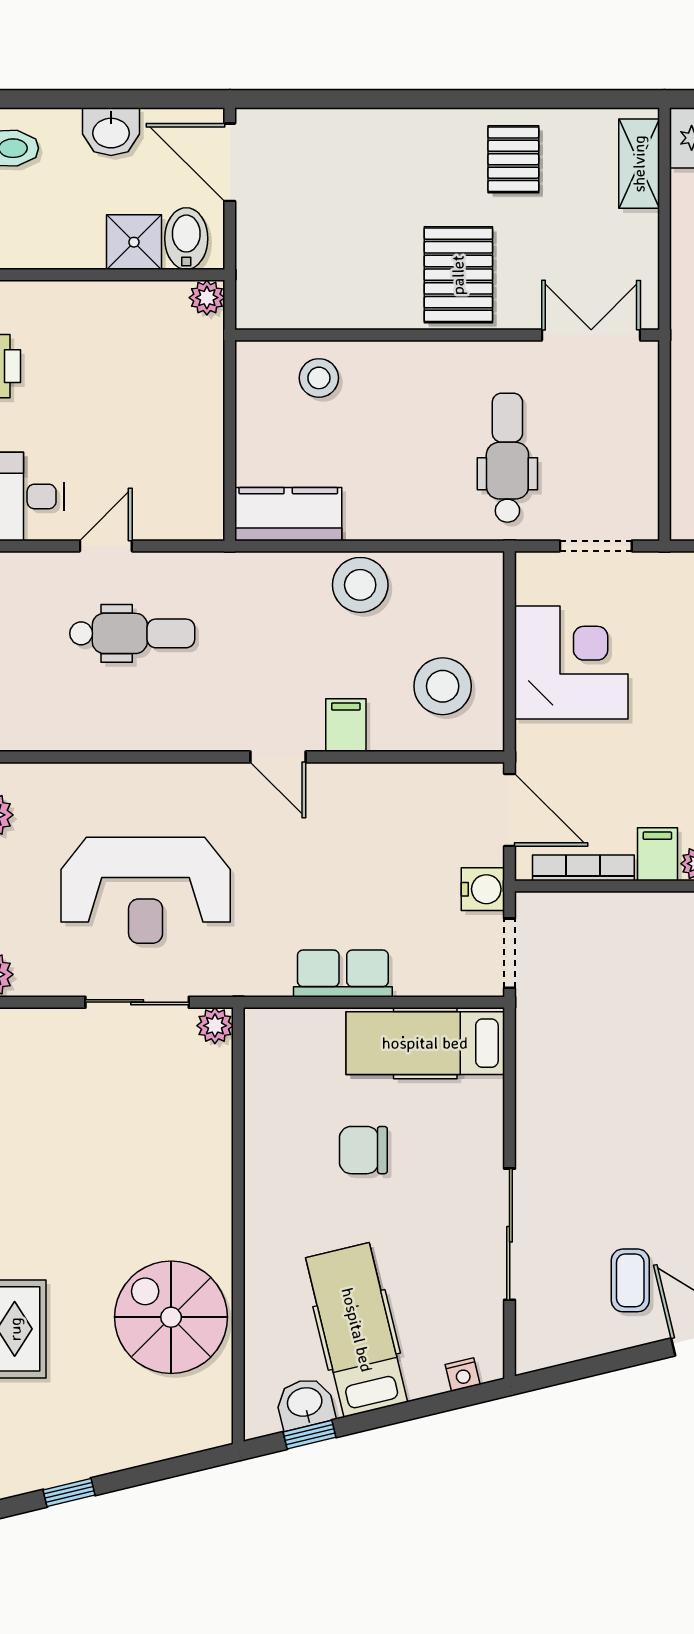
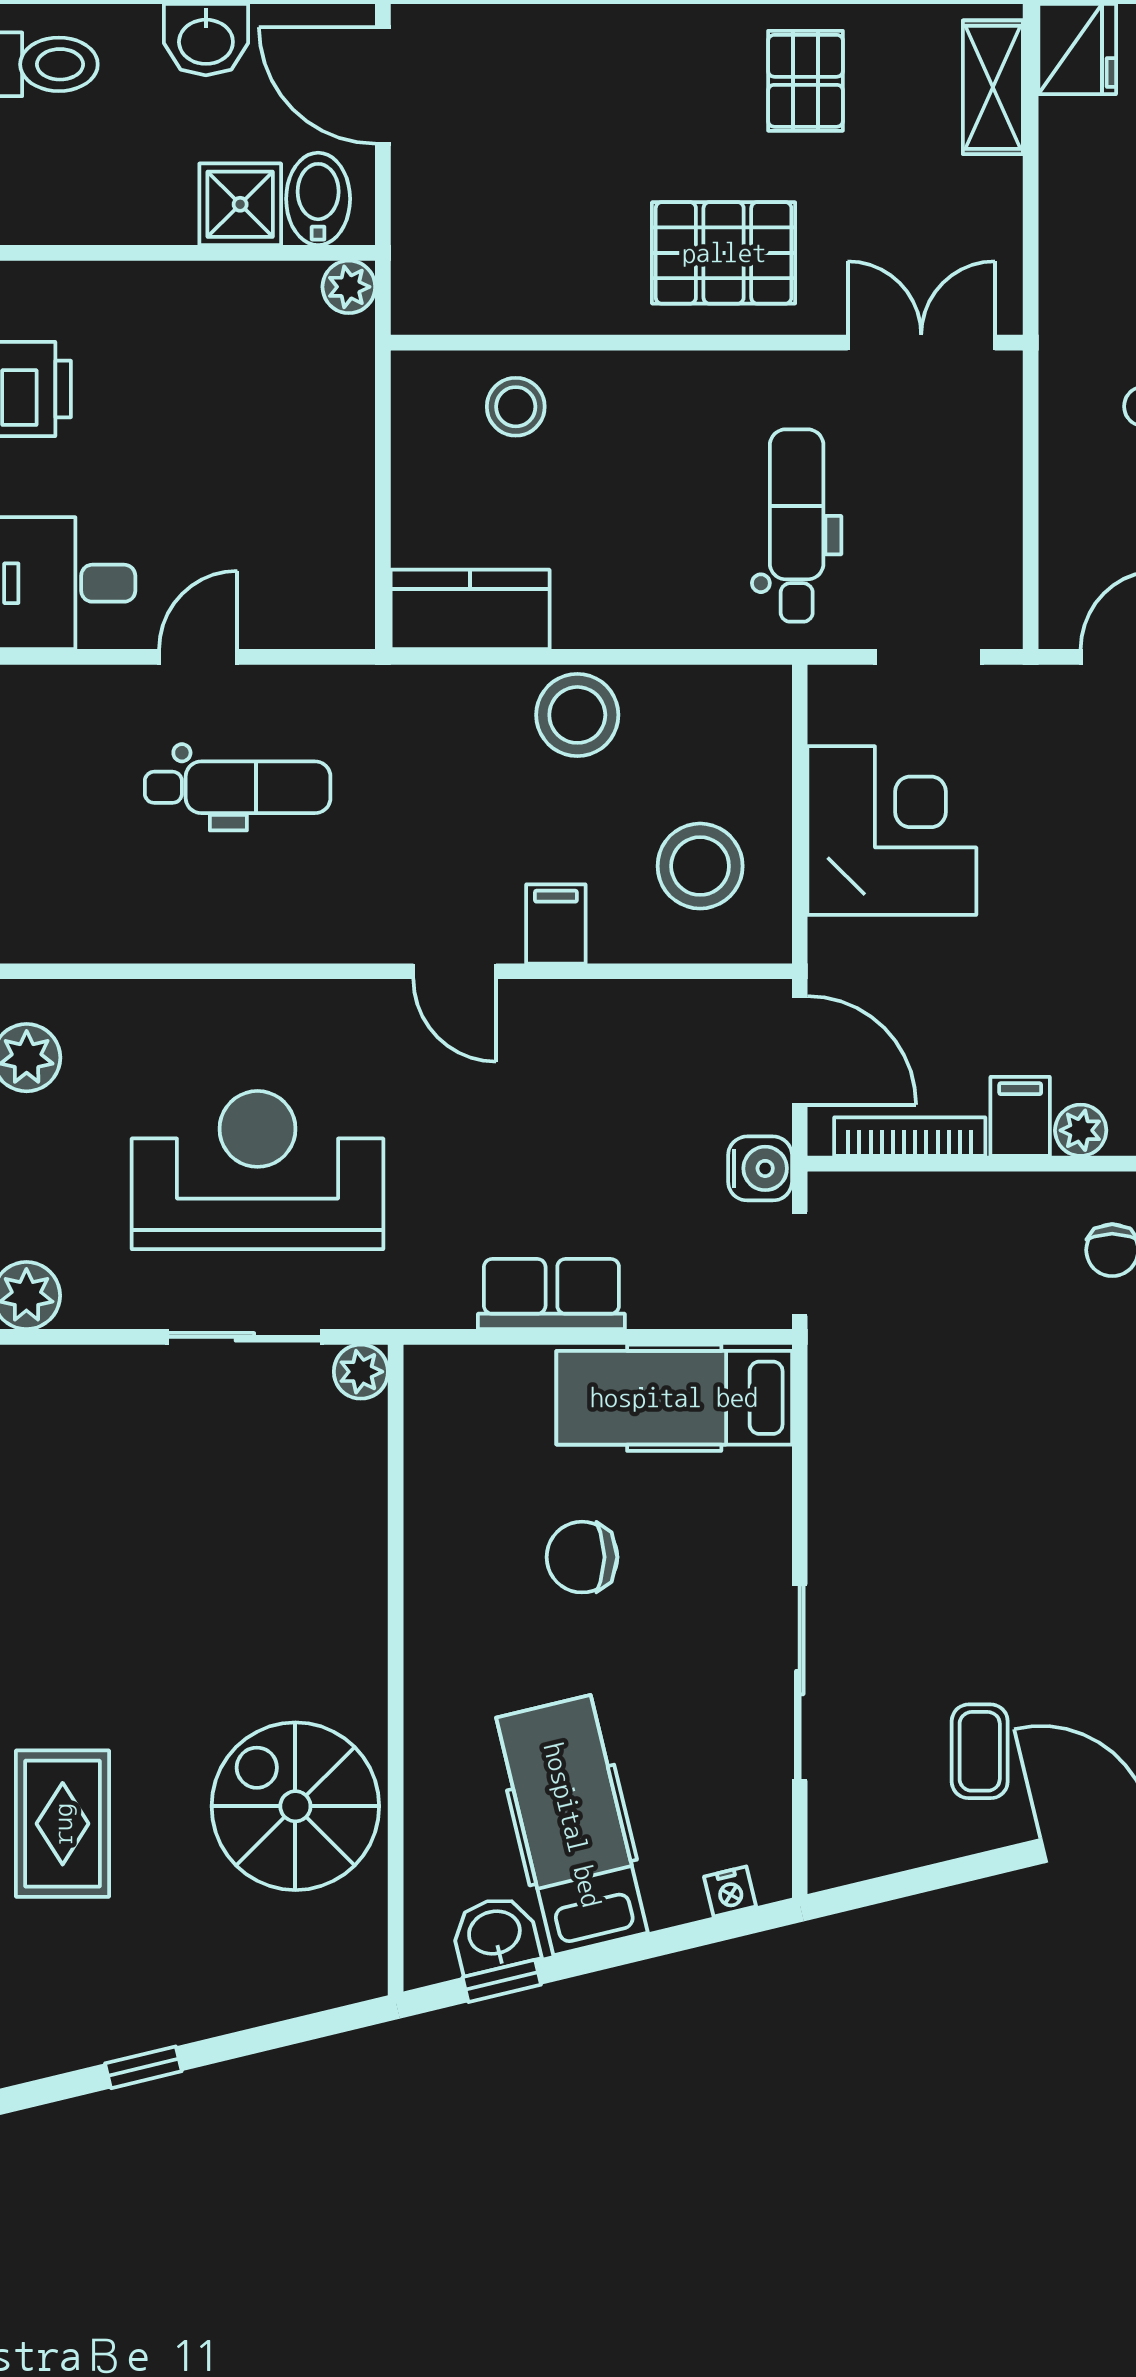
pallet: (458, 275) -> (724, 253), turned 90
reception desk: (146, 890) -> (257, 1170), turned 180

